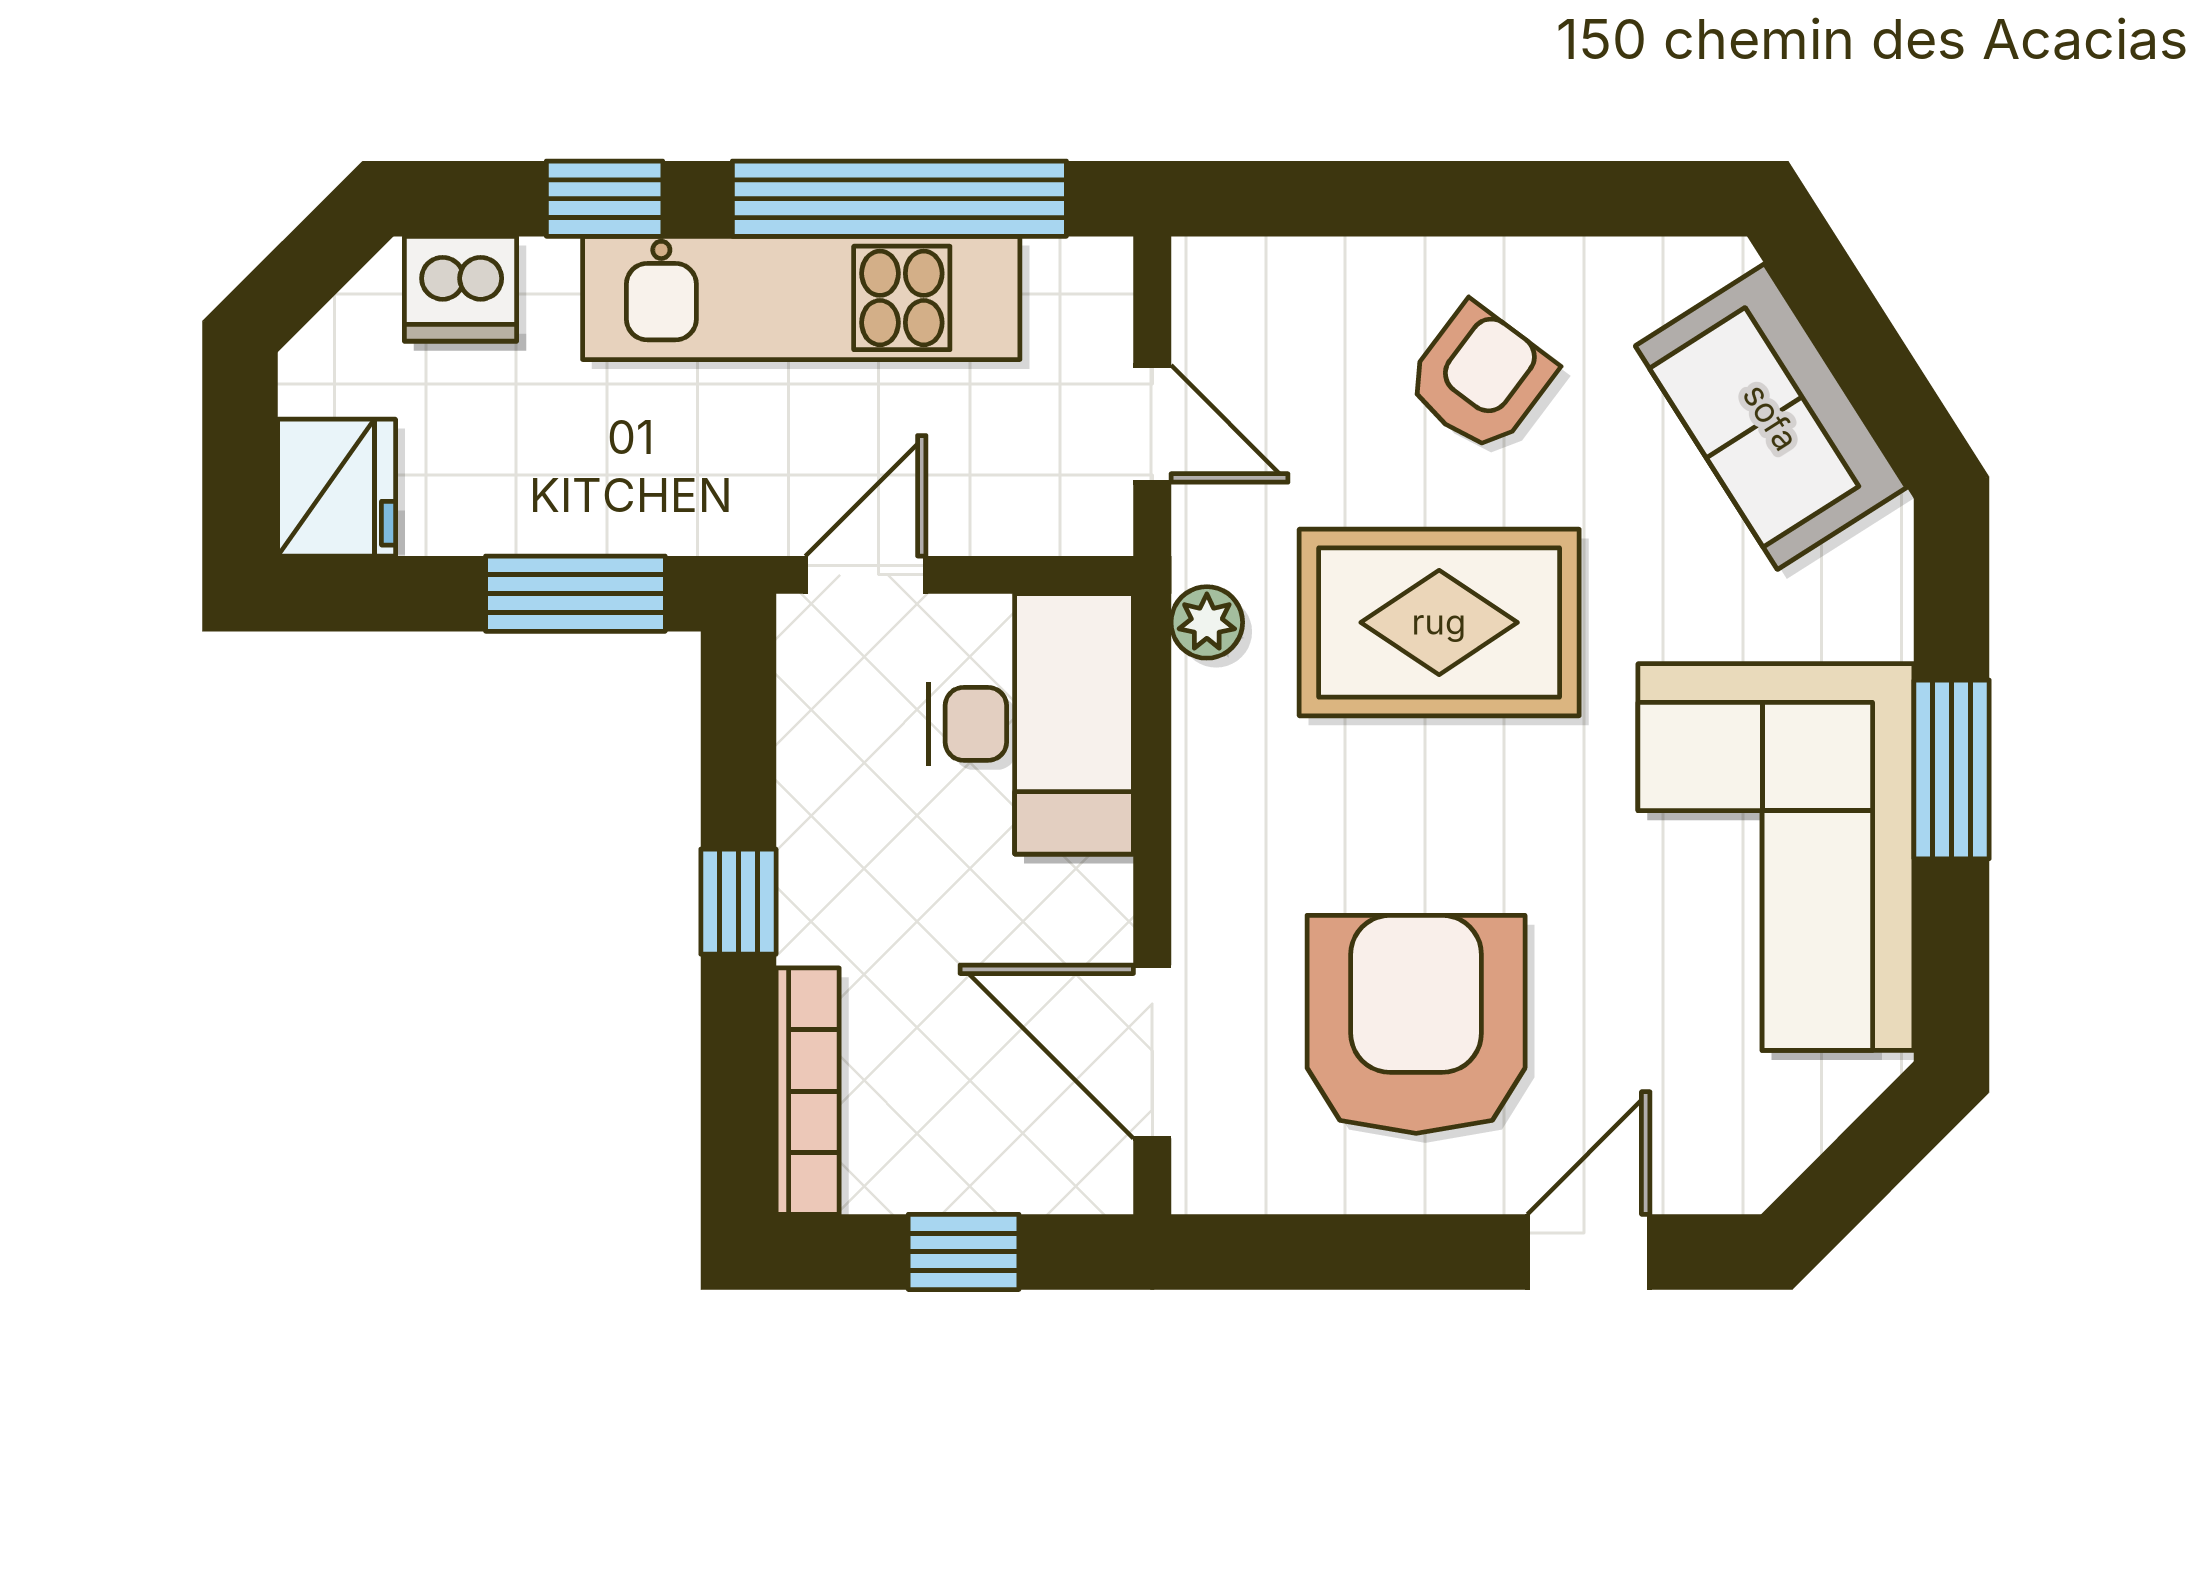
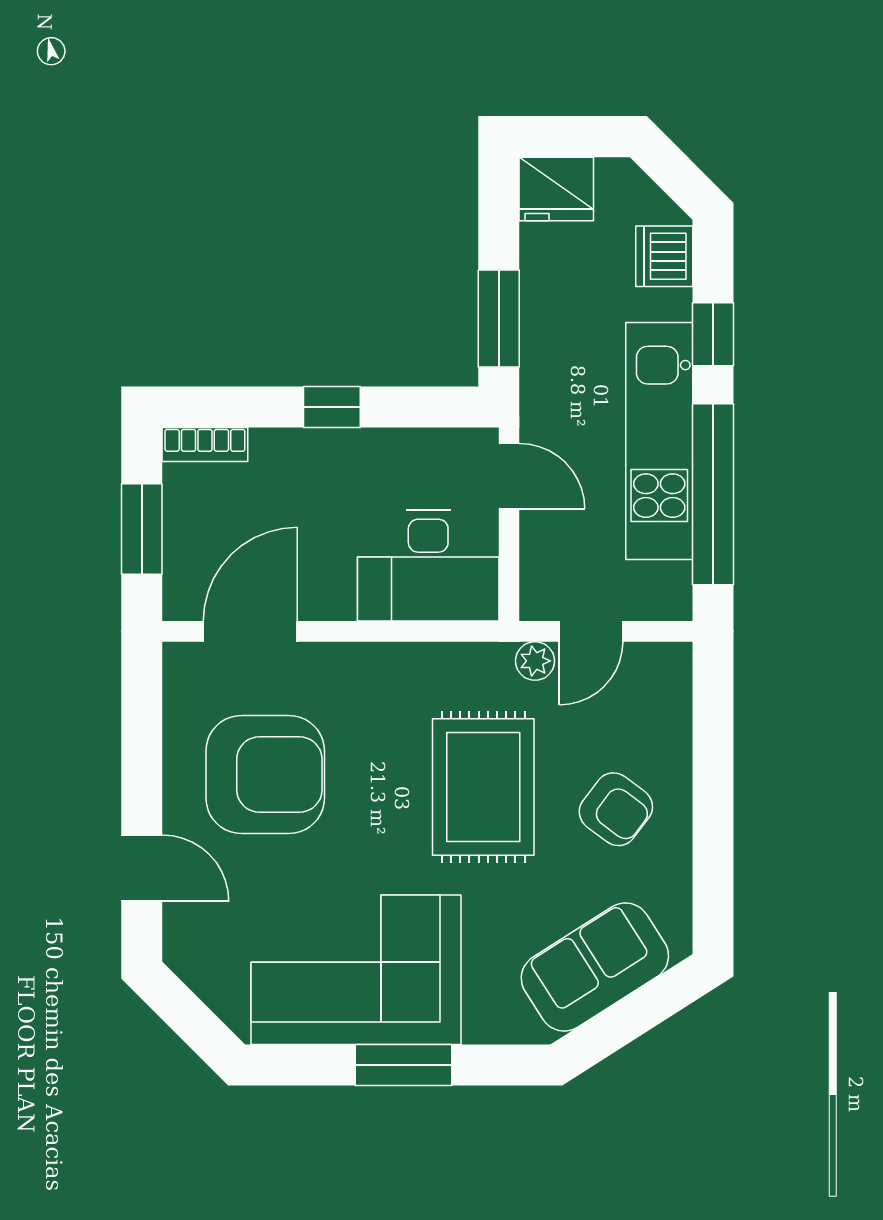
plant: (1207, 622) -> (535, 661), moved
bookcase: (808, 1091) -> (205, 444), width x0.64
window: (964, 1252) -> (142, 529), width x1.50

